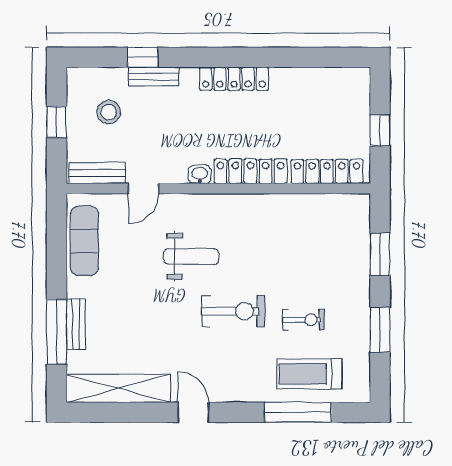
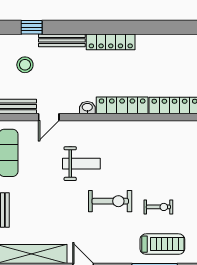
window: (143, 57) -> (32, 27), moved
bench: (153, 76) -> (62, 40), width x1.36
treadmill: (309, 374) -> (162, 244), turned 180

